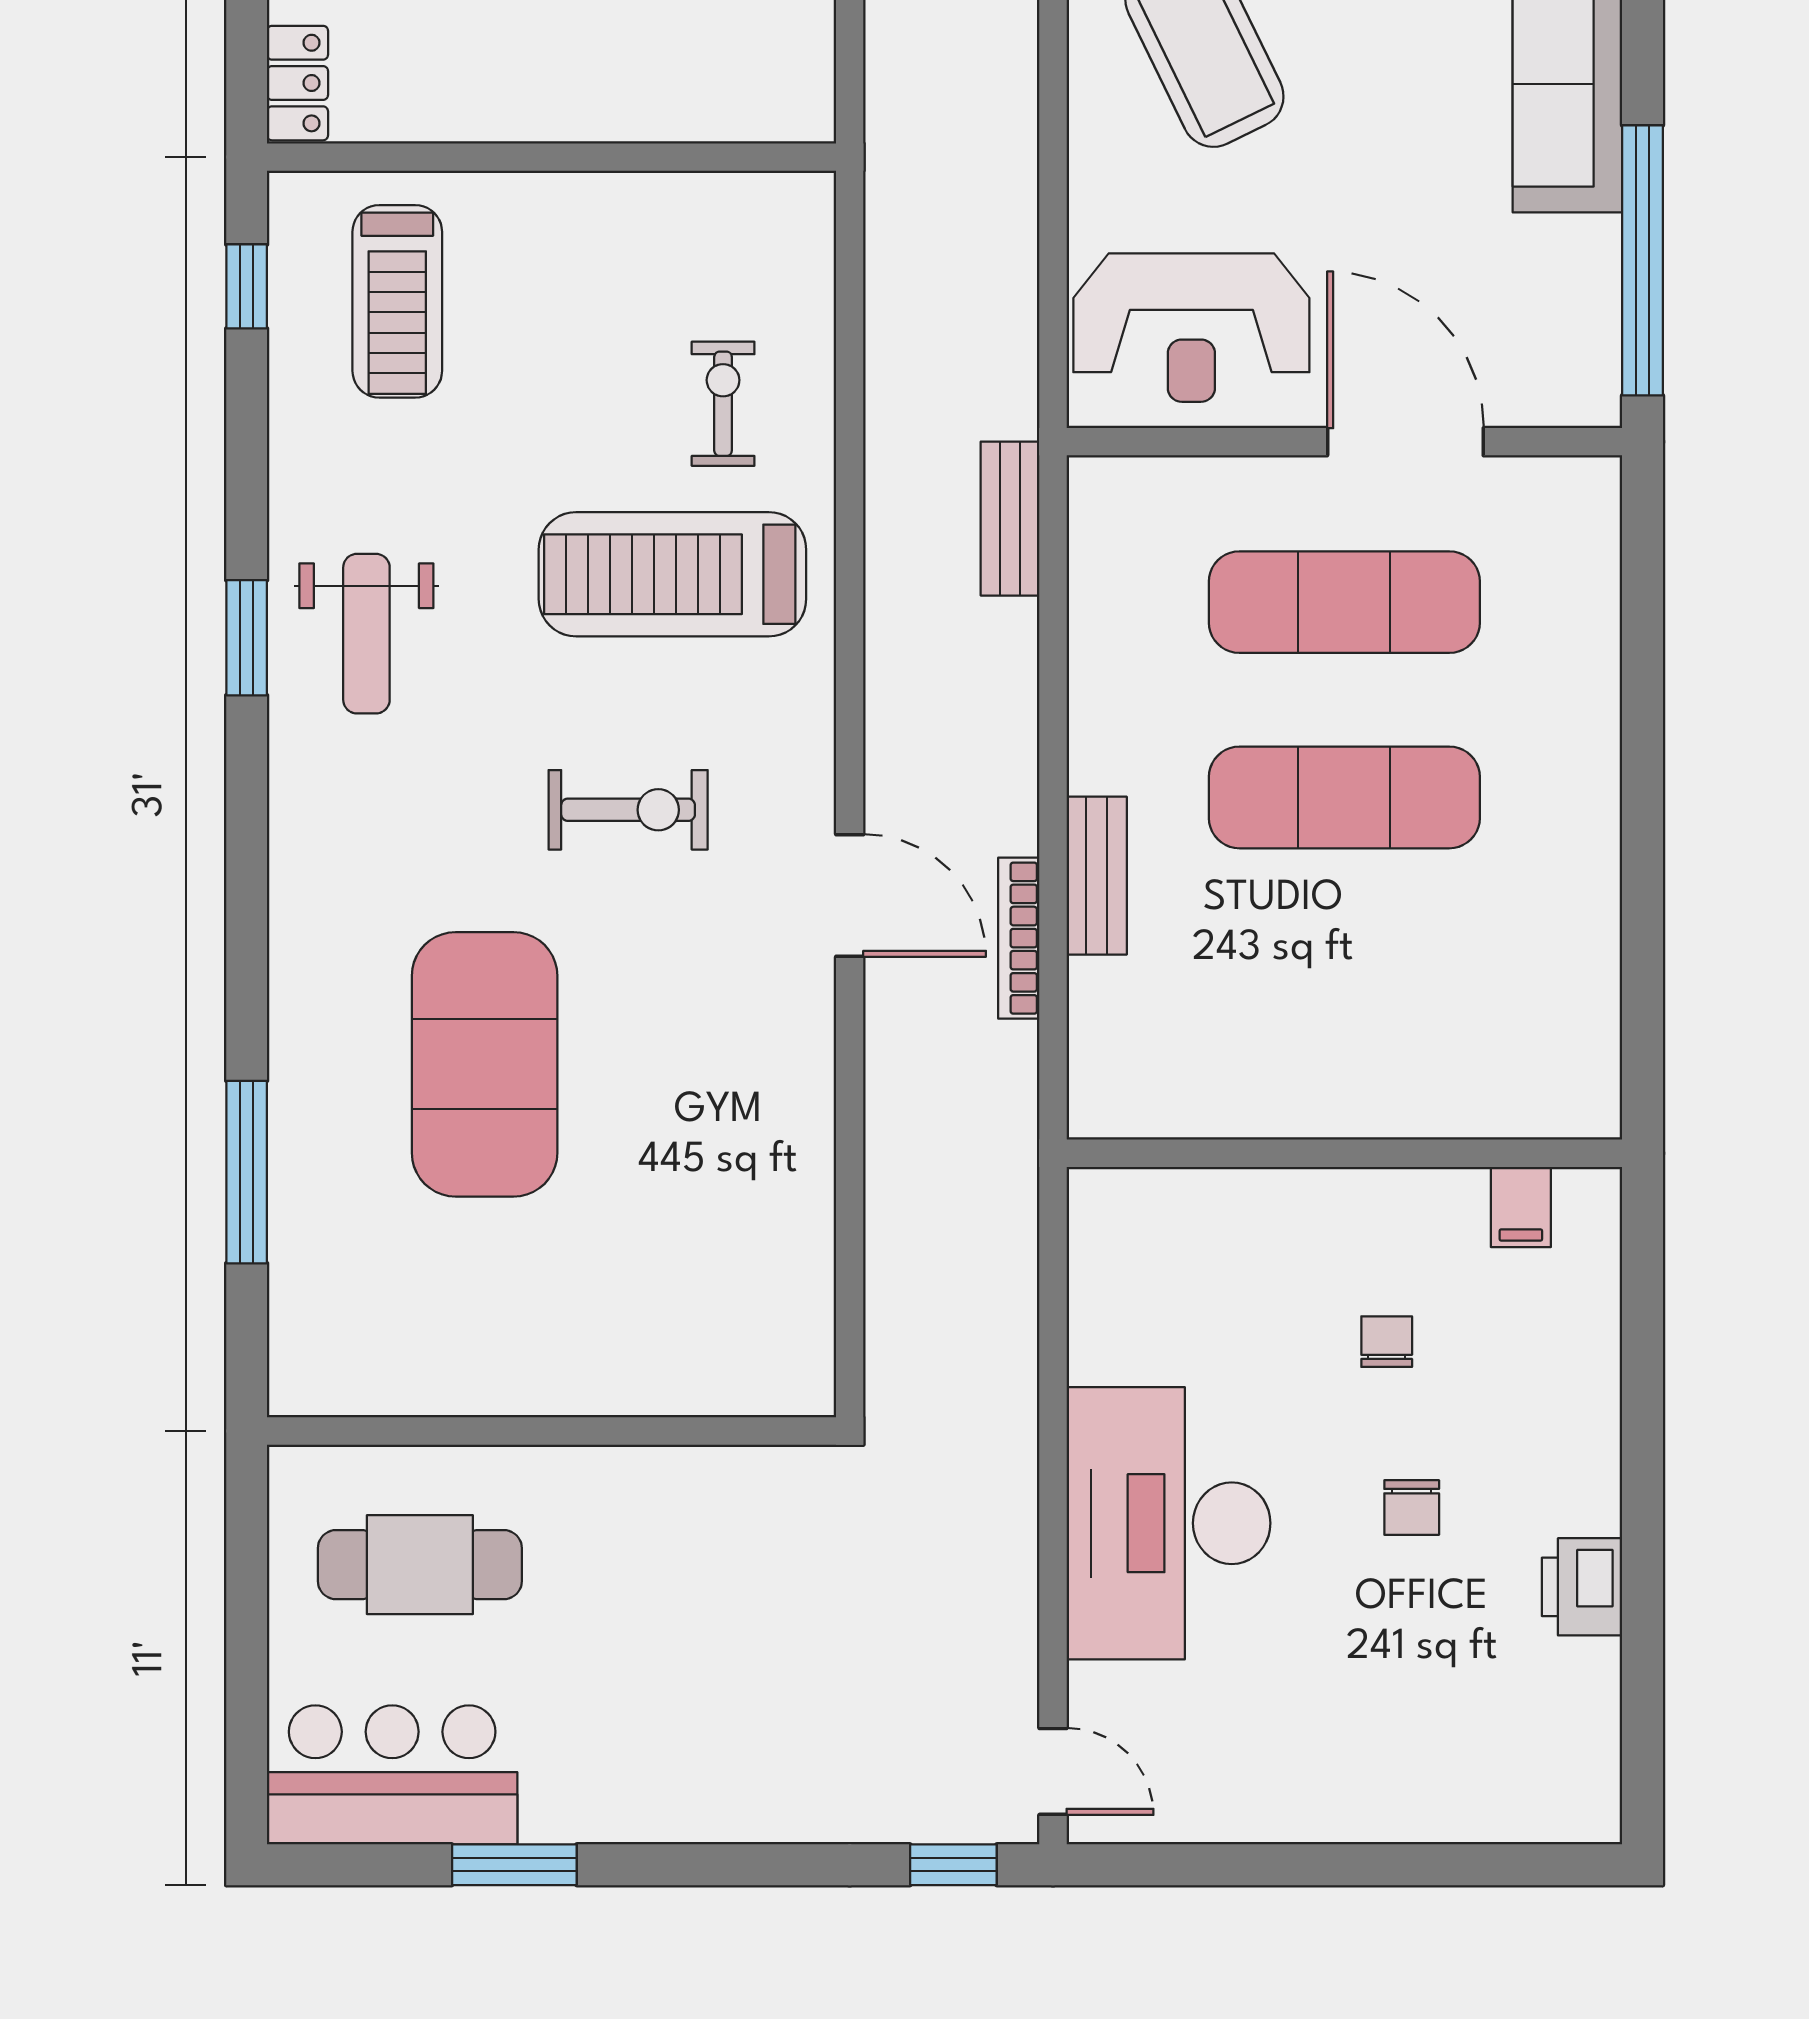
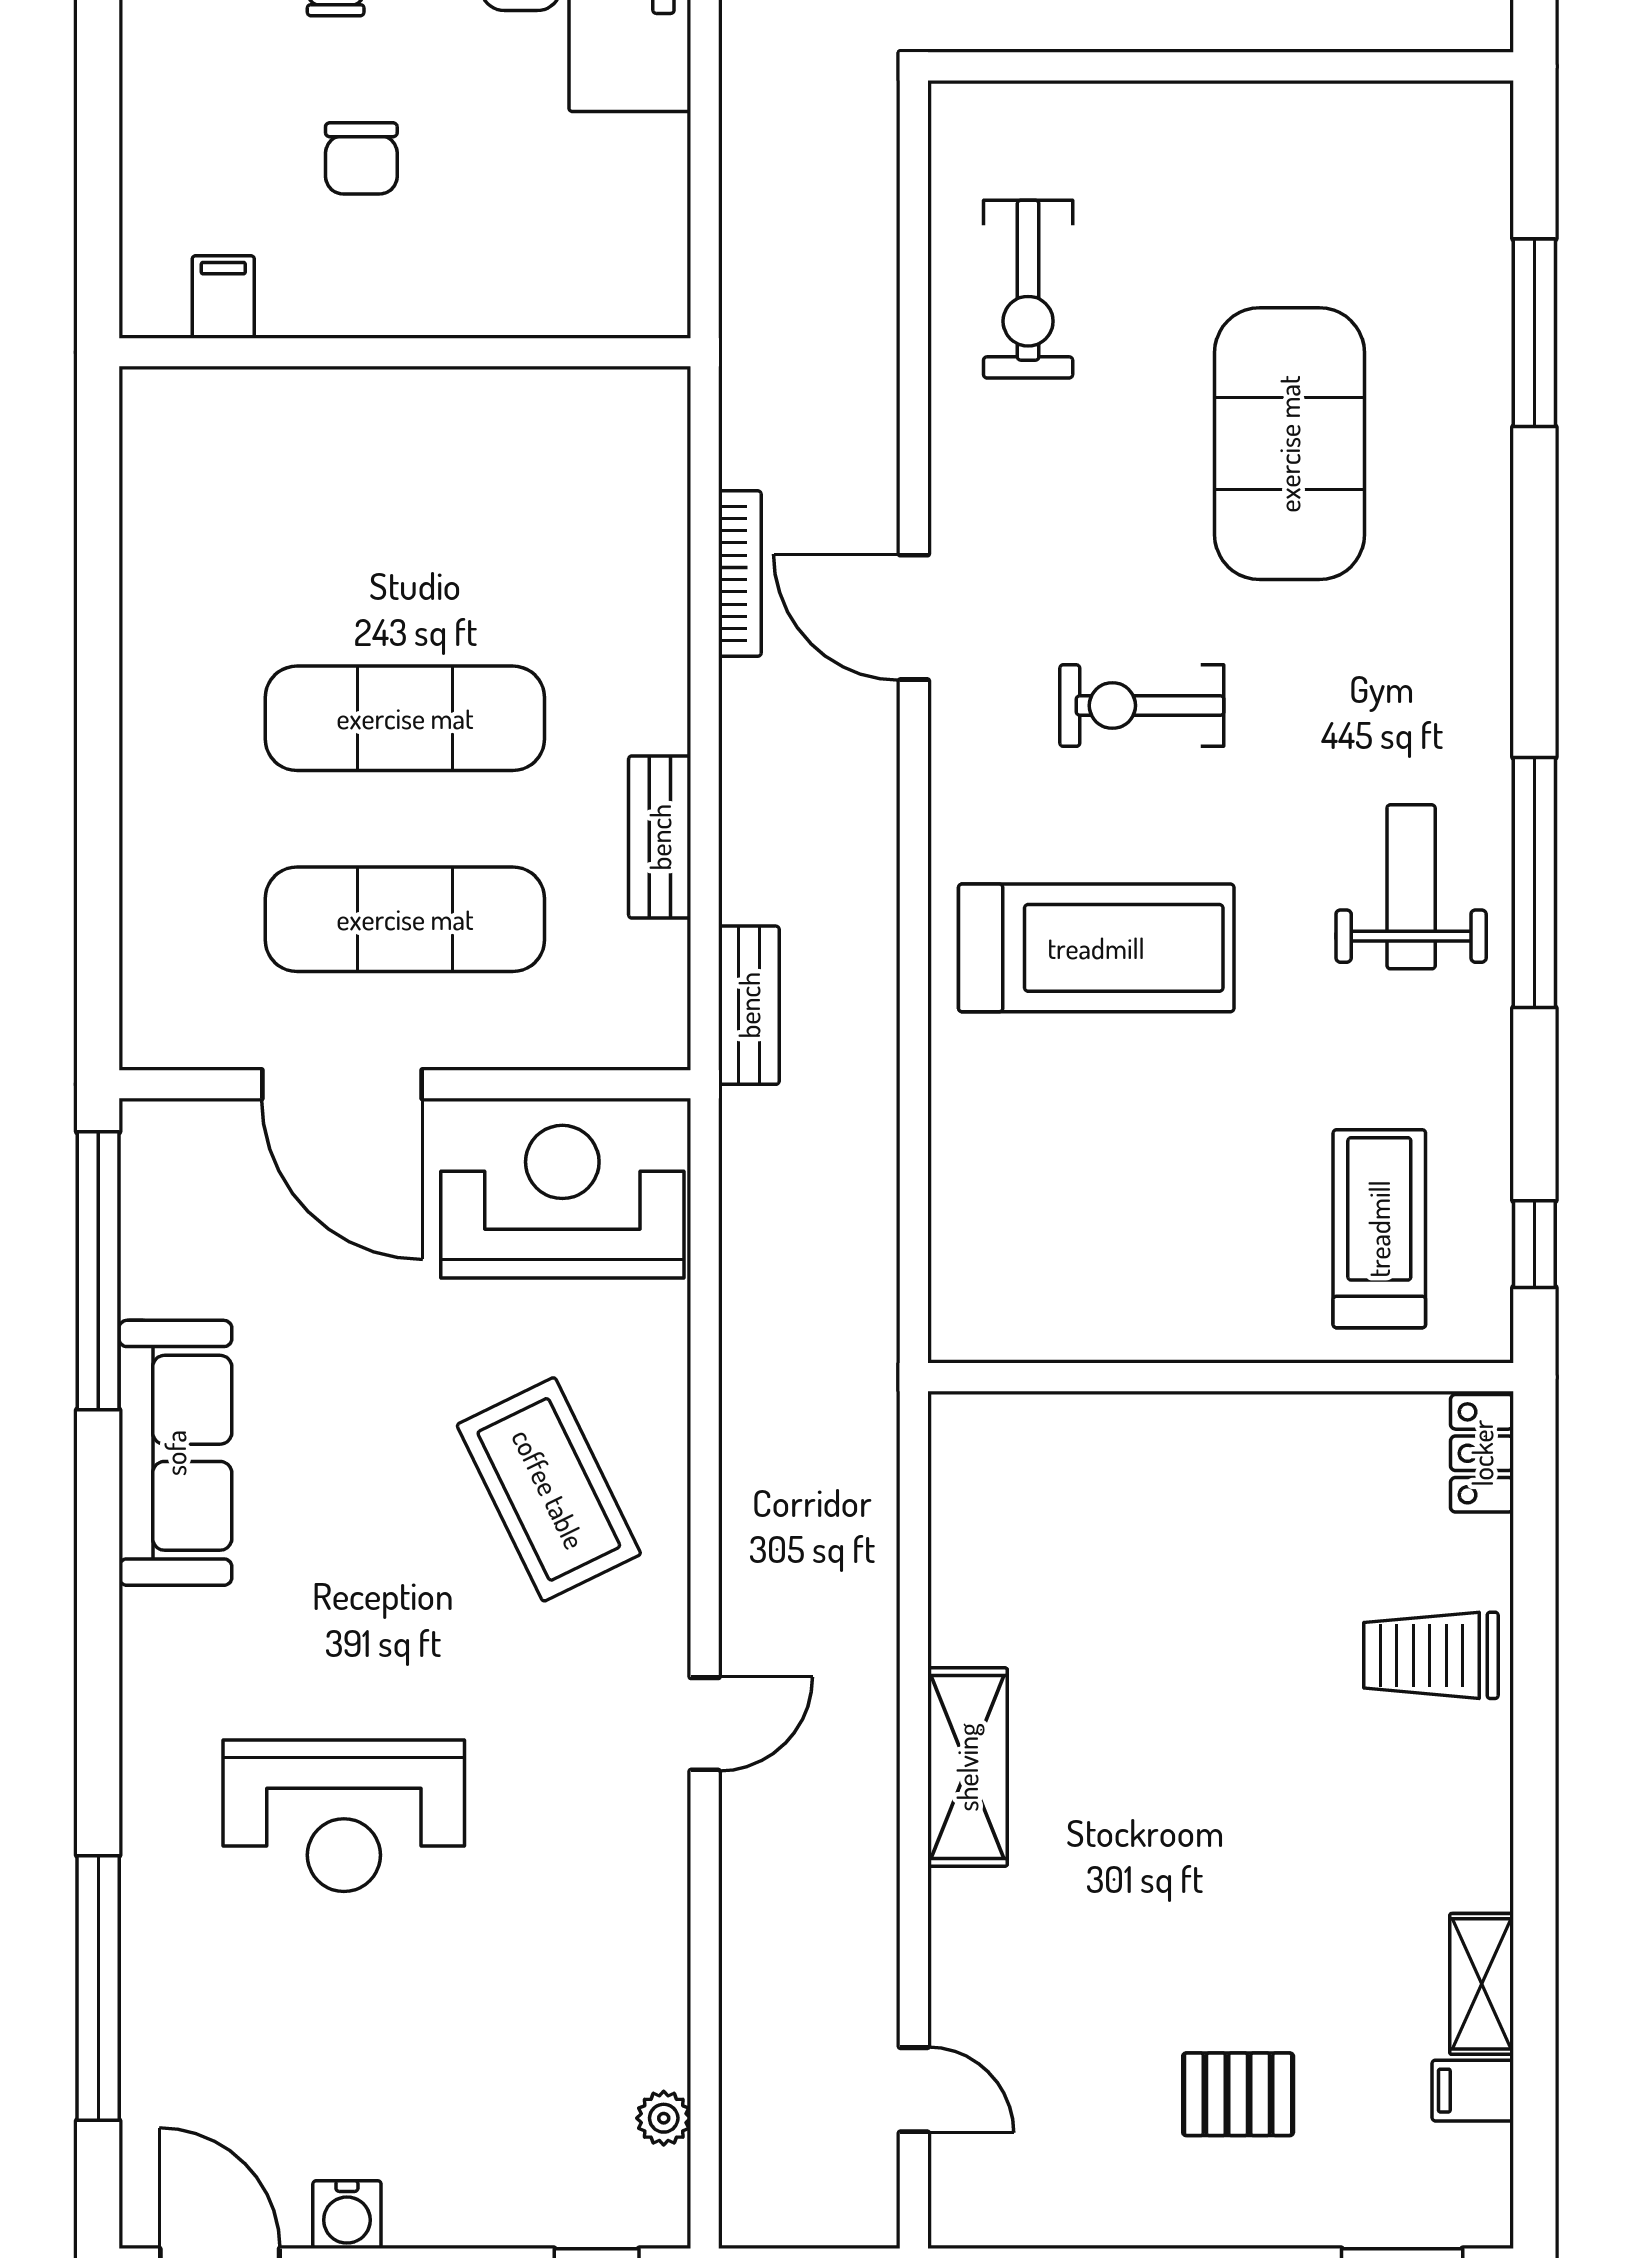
exercise bike: (723, 404) -> (1028, 289), moved, width x1.38, depth x1.39
window: (247, 638) -> (1534, 883), width x2.11
bench: (1097, 876) -> (660, 837), moved
chair: (1387, 1342) -> (361, 158), width x1.37, depth x1.37

